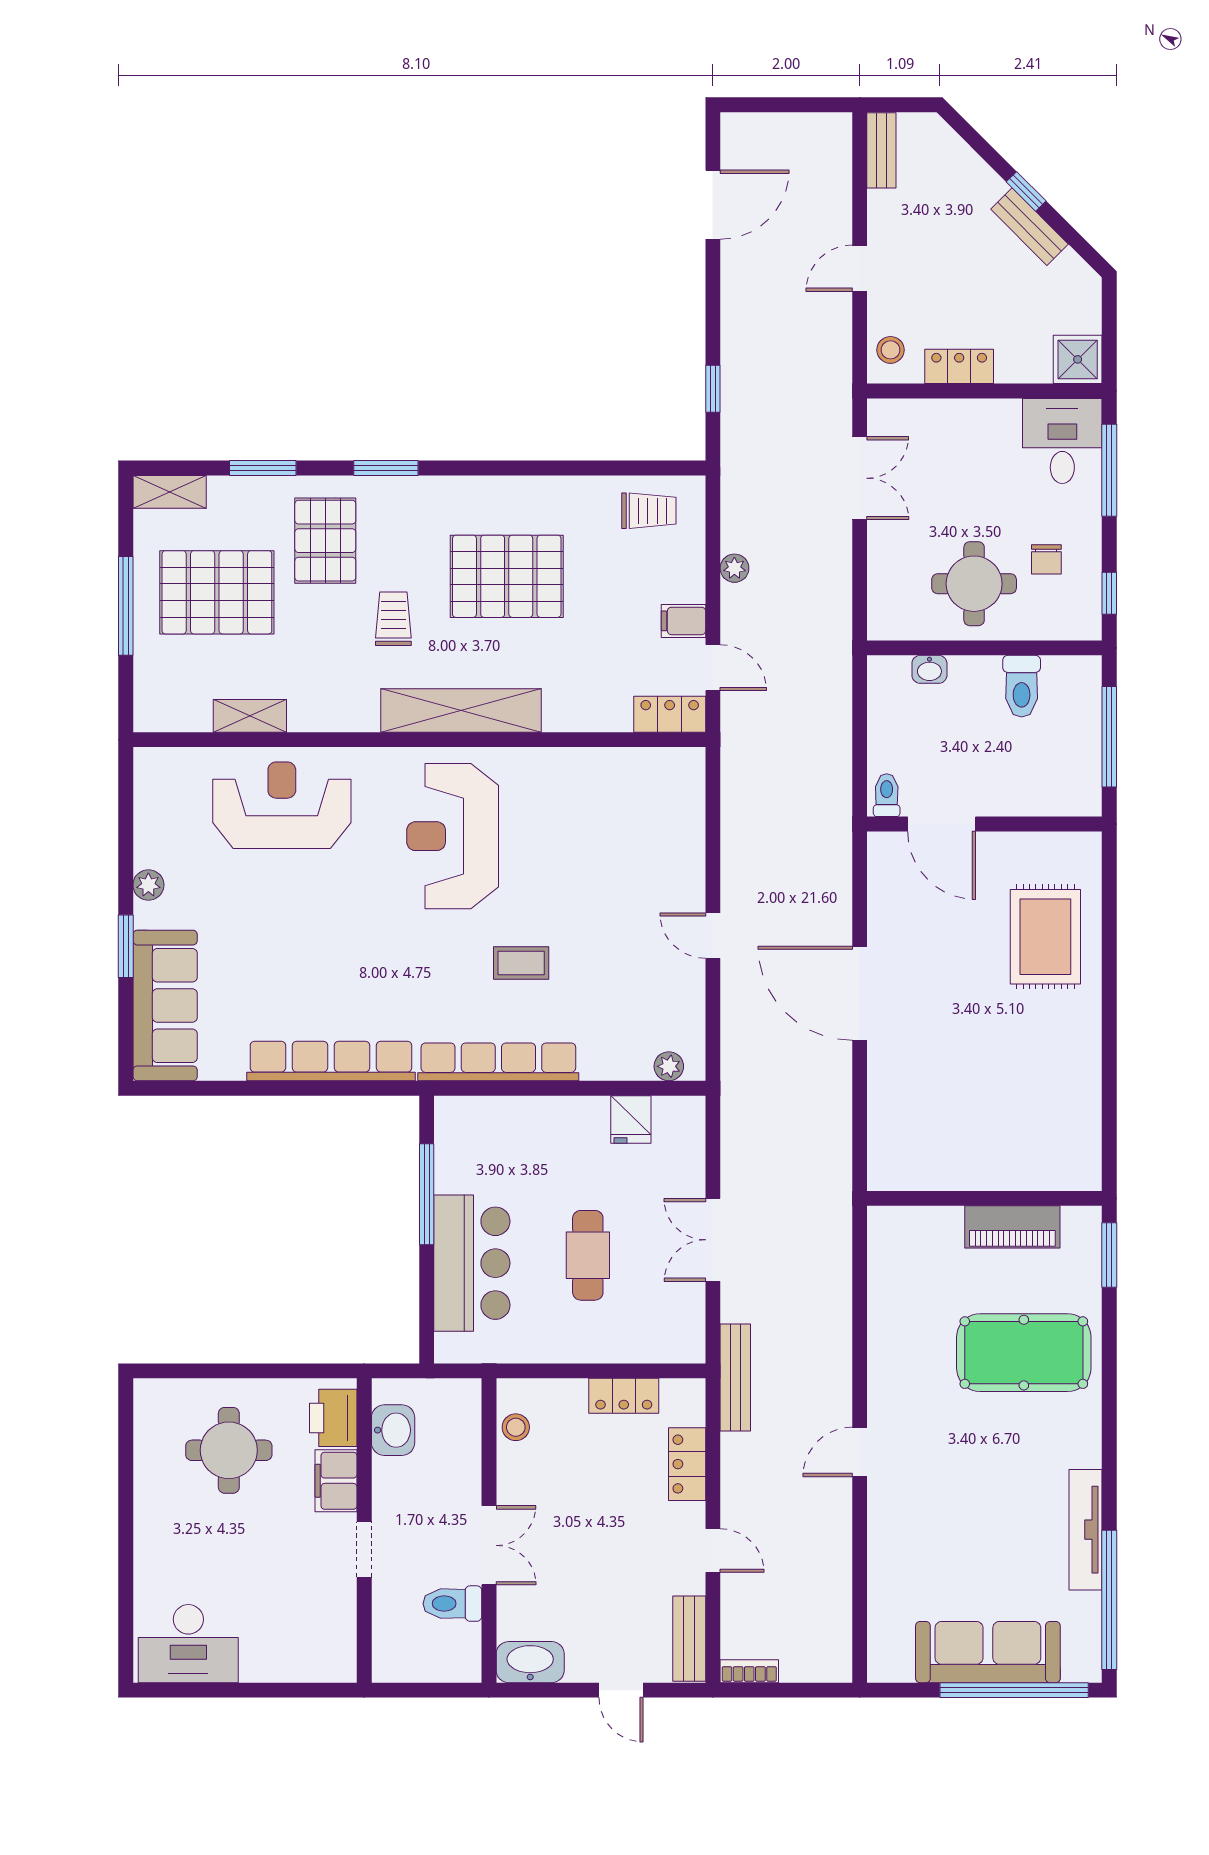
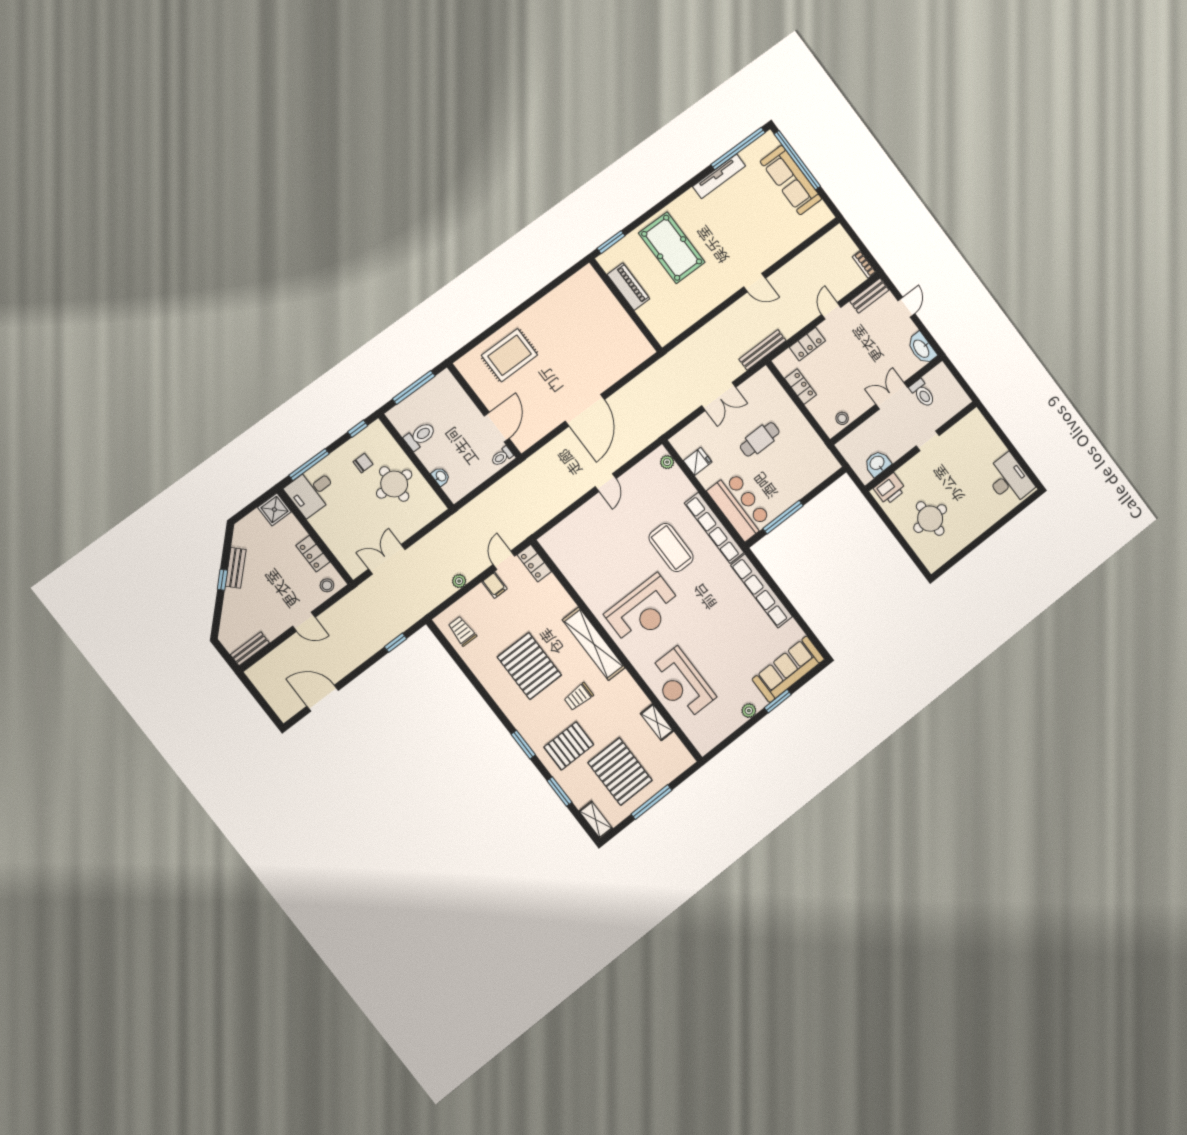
coffee table: (521, 963) -> (671, 548), width x1.86, depth x1.72
bar counter: (472, 1263) -> (739, 506), moved, turned 90
filing cabinet: (336, 1481) -> (911, 470), removed

